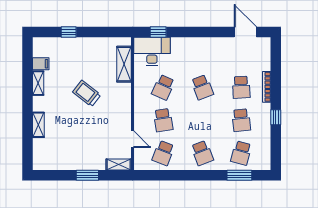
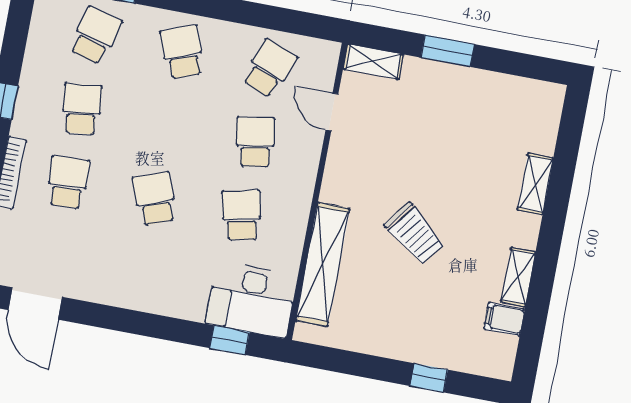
shelving: (124, 64) -> (323, 264), width x1.47
school desk: (163, 87) -> (242, 215), turned -36

